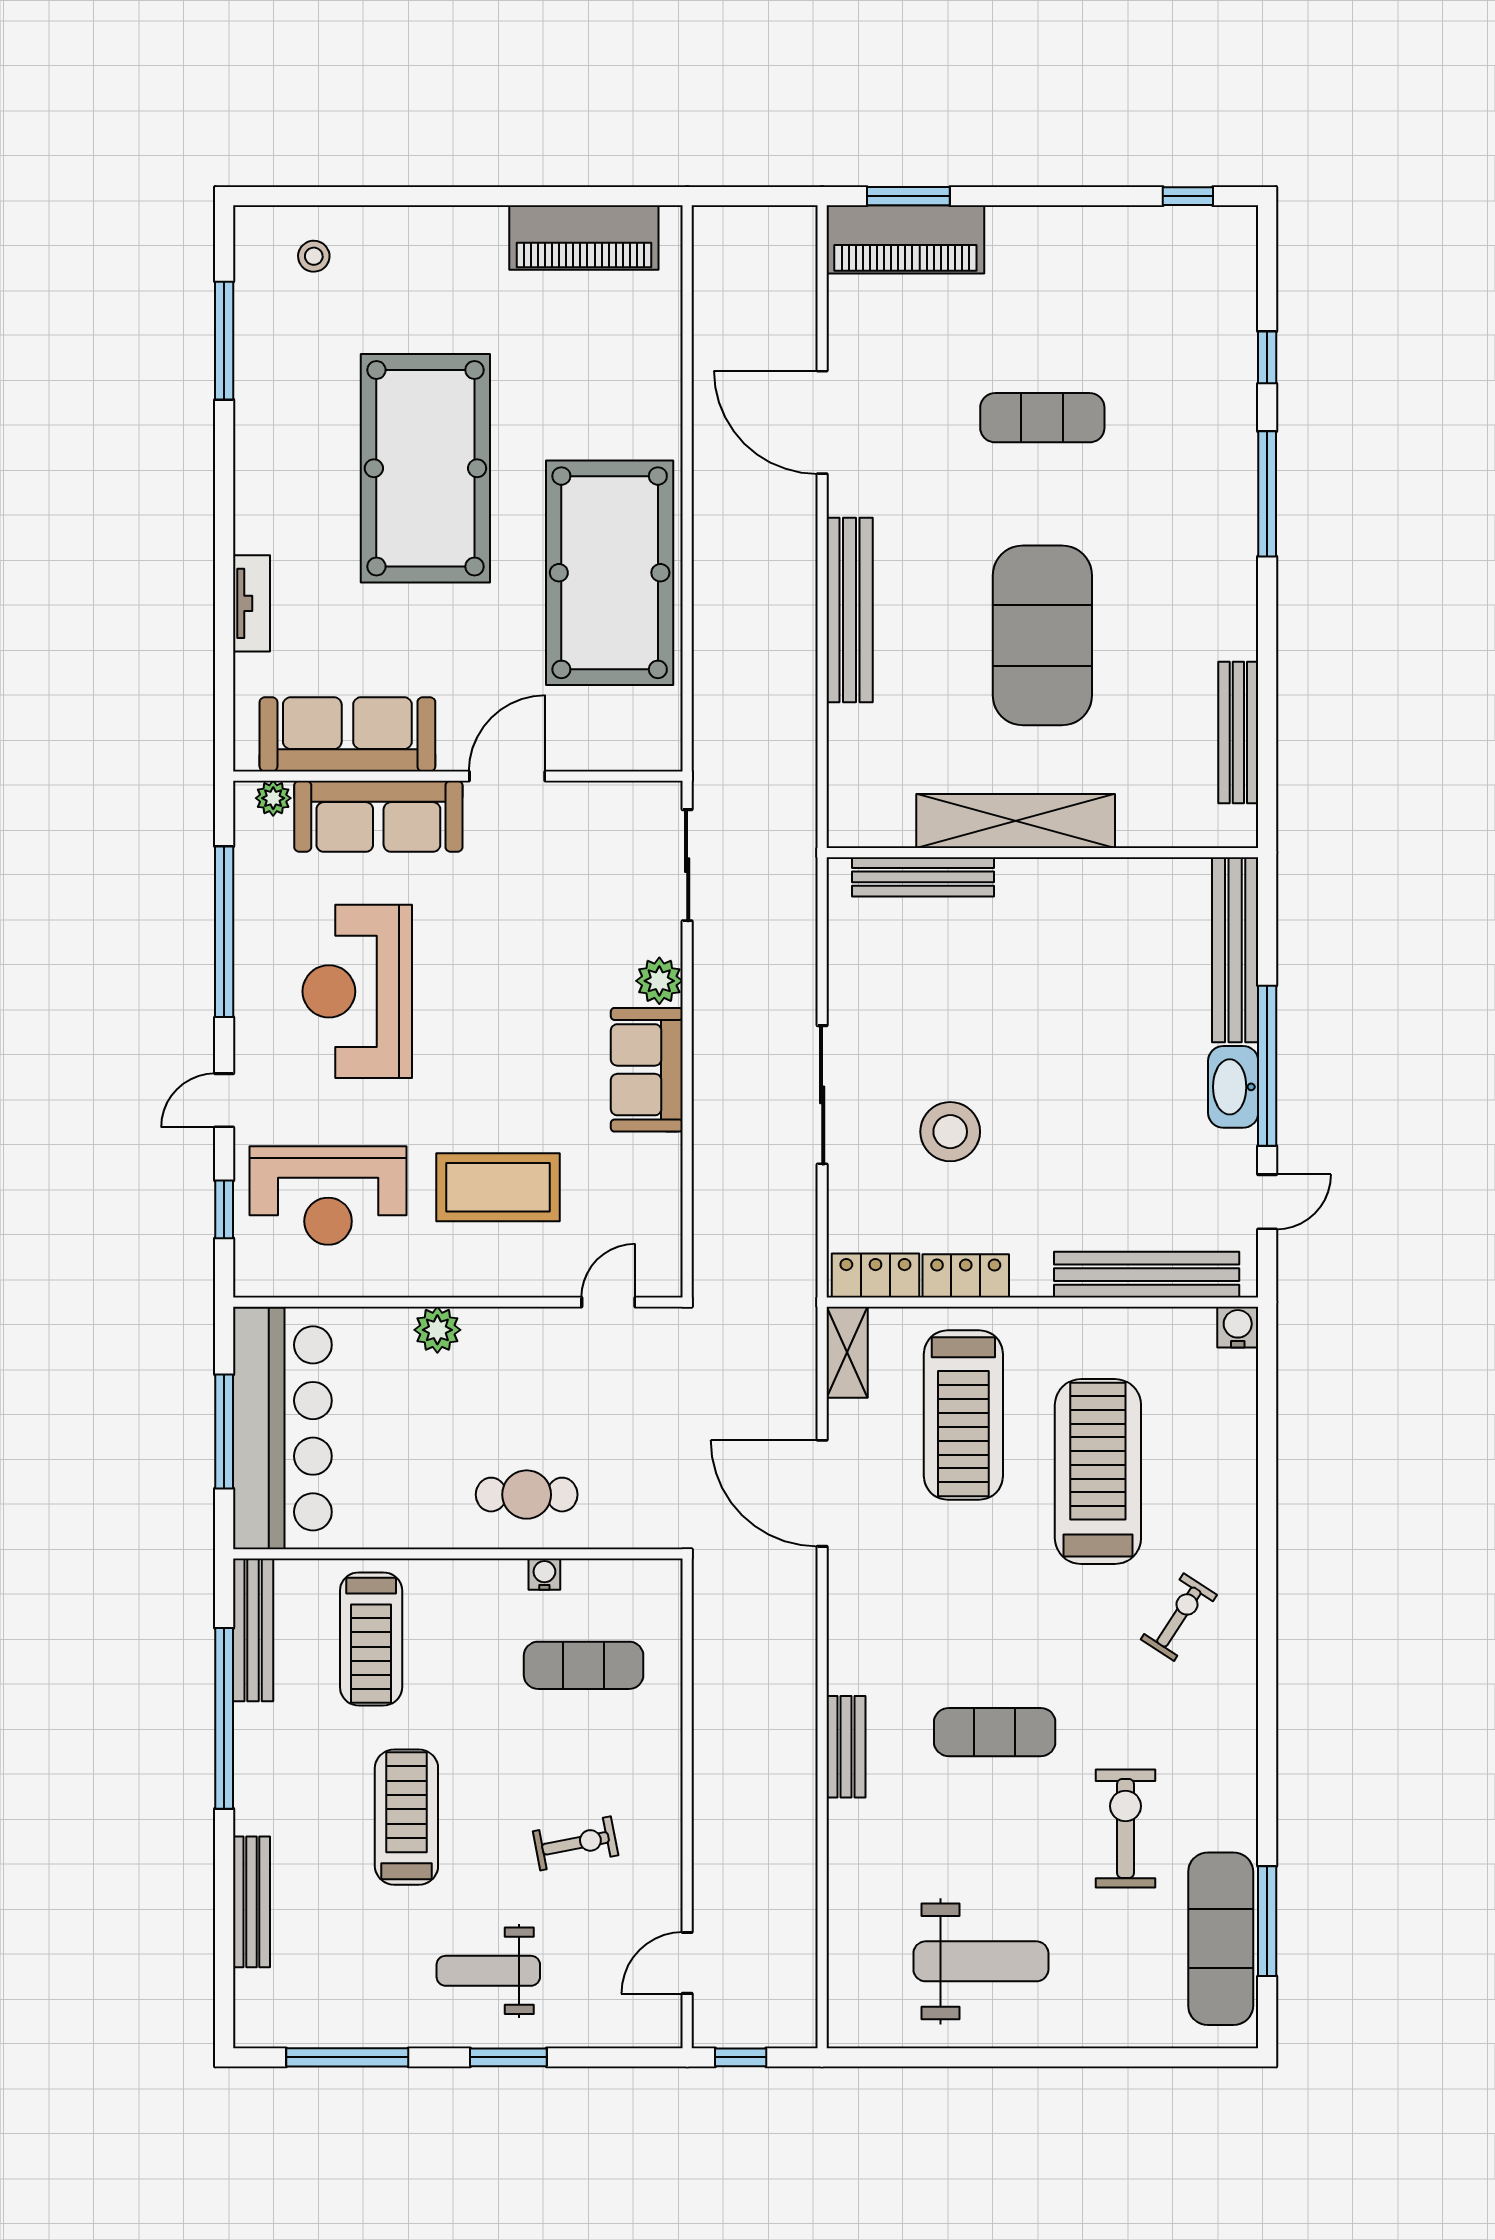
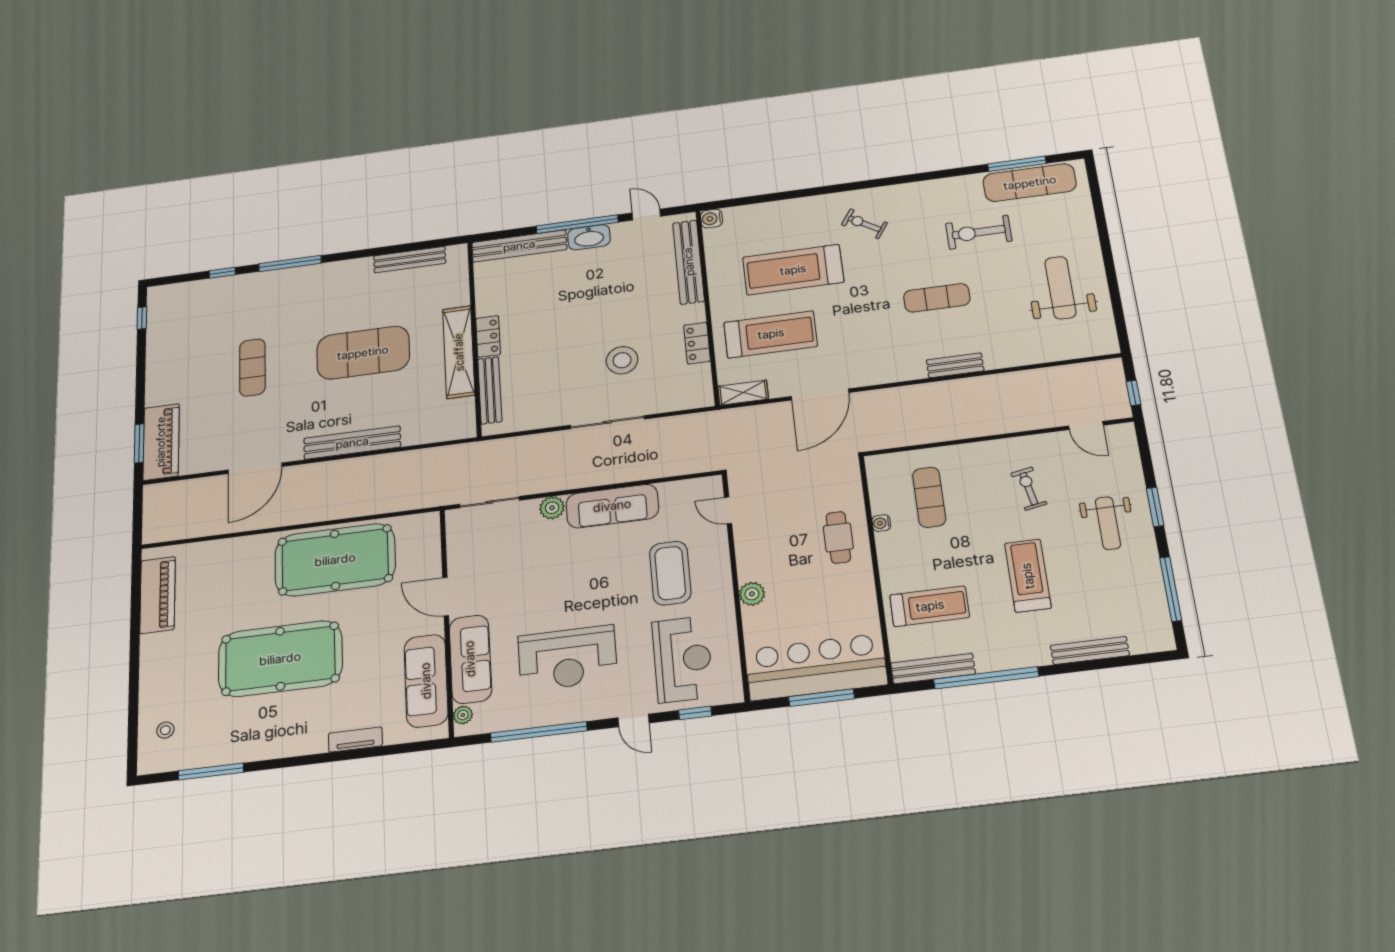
sofa: (647, 1070) -> (612, 506), width x1.36
locker: (875, 1276) -> (488, 336), moved, turned 180
exercise mat: (995, 1732) -> (937, 298), turned 90
treadmill: (406, 1817) -> (1028, 576), turned 90

